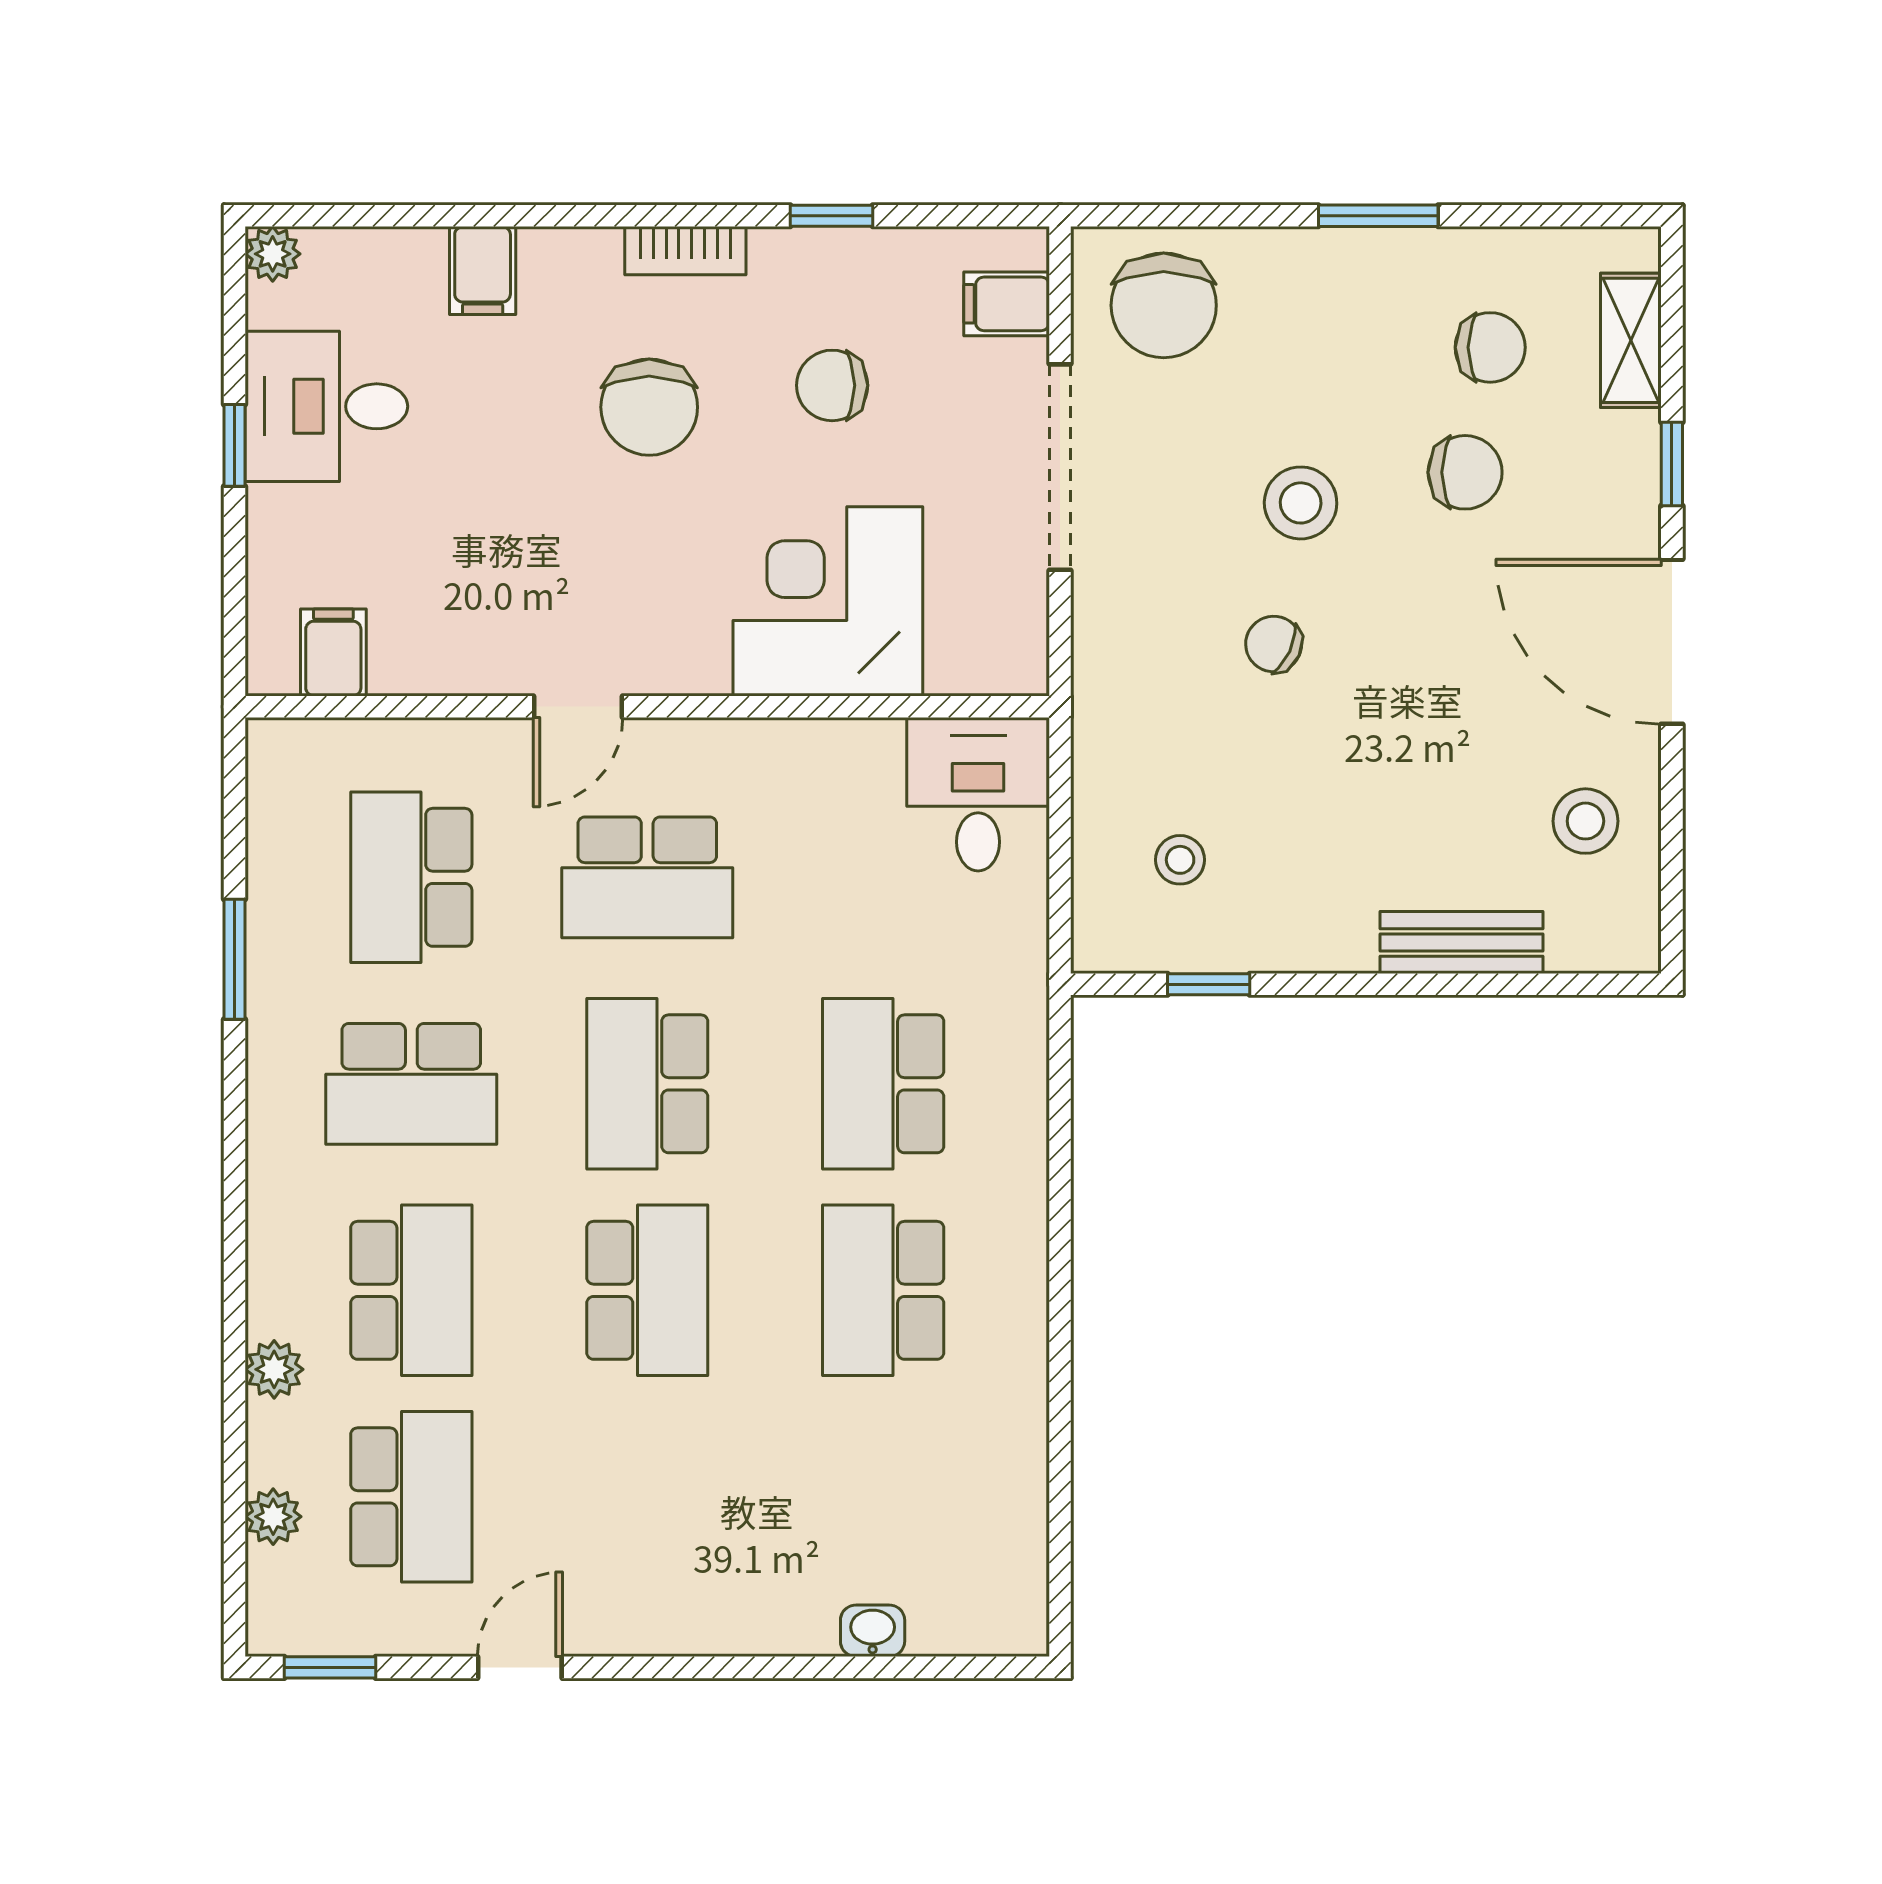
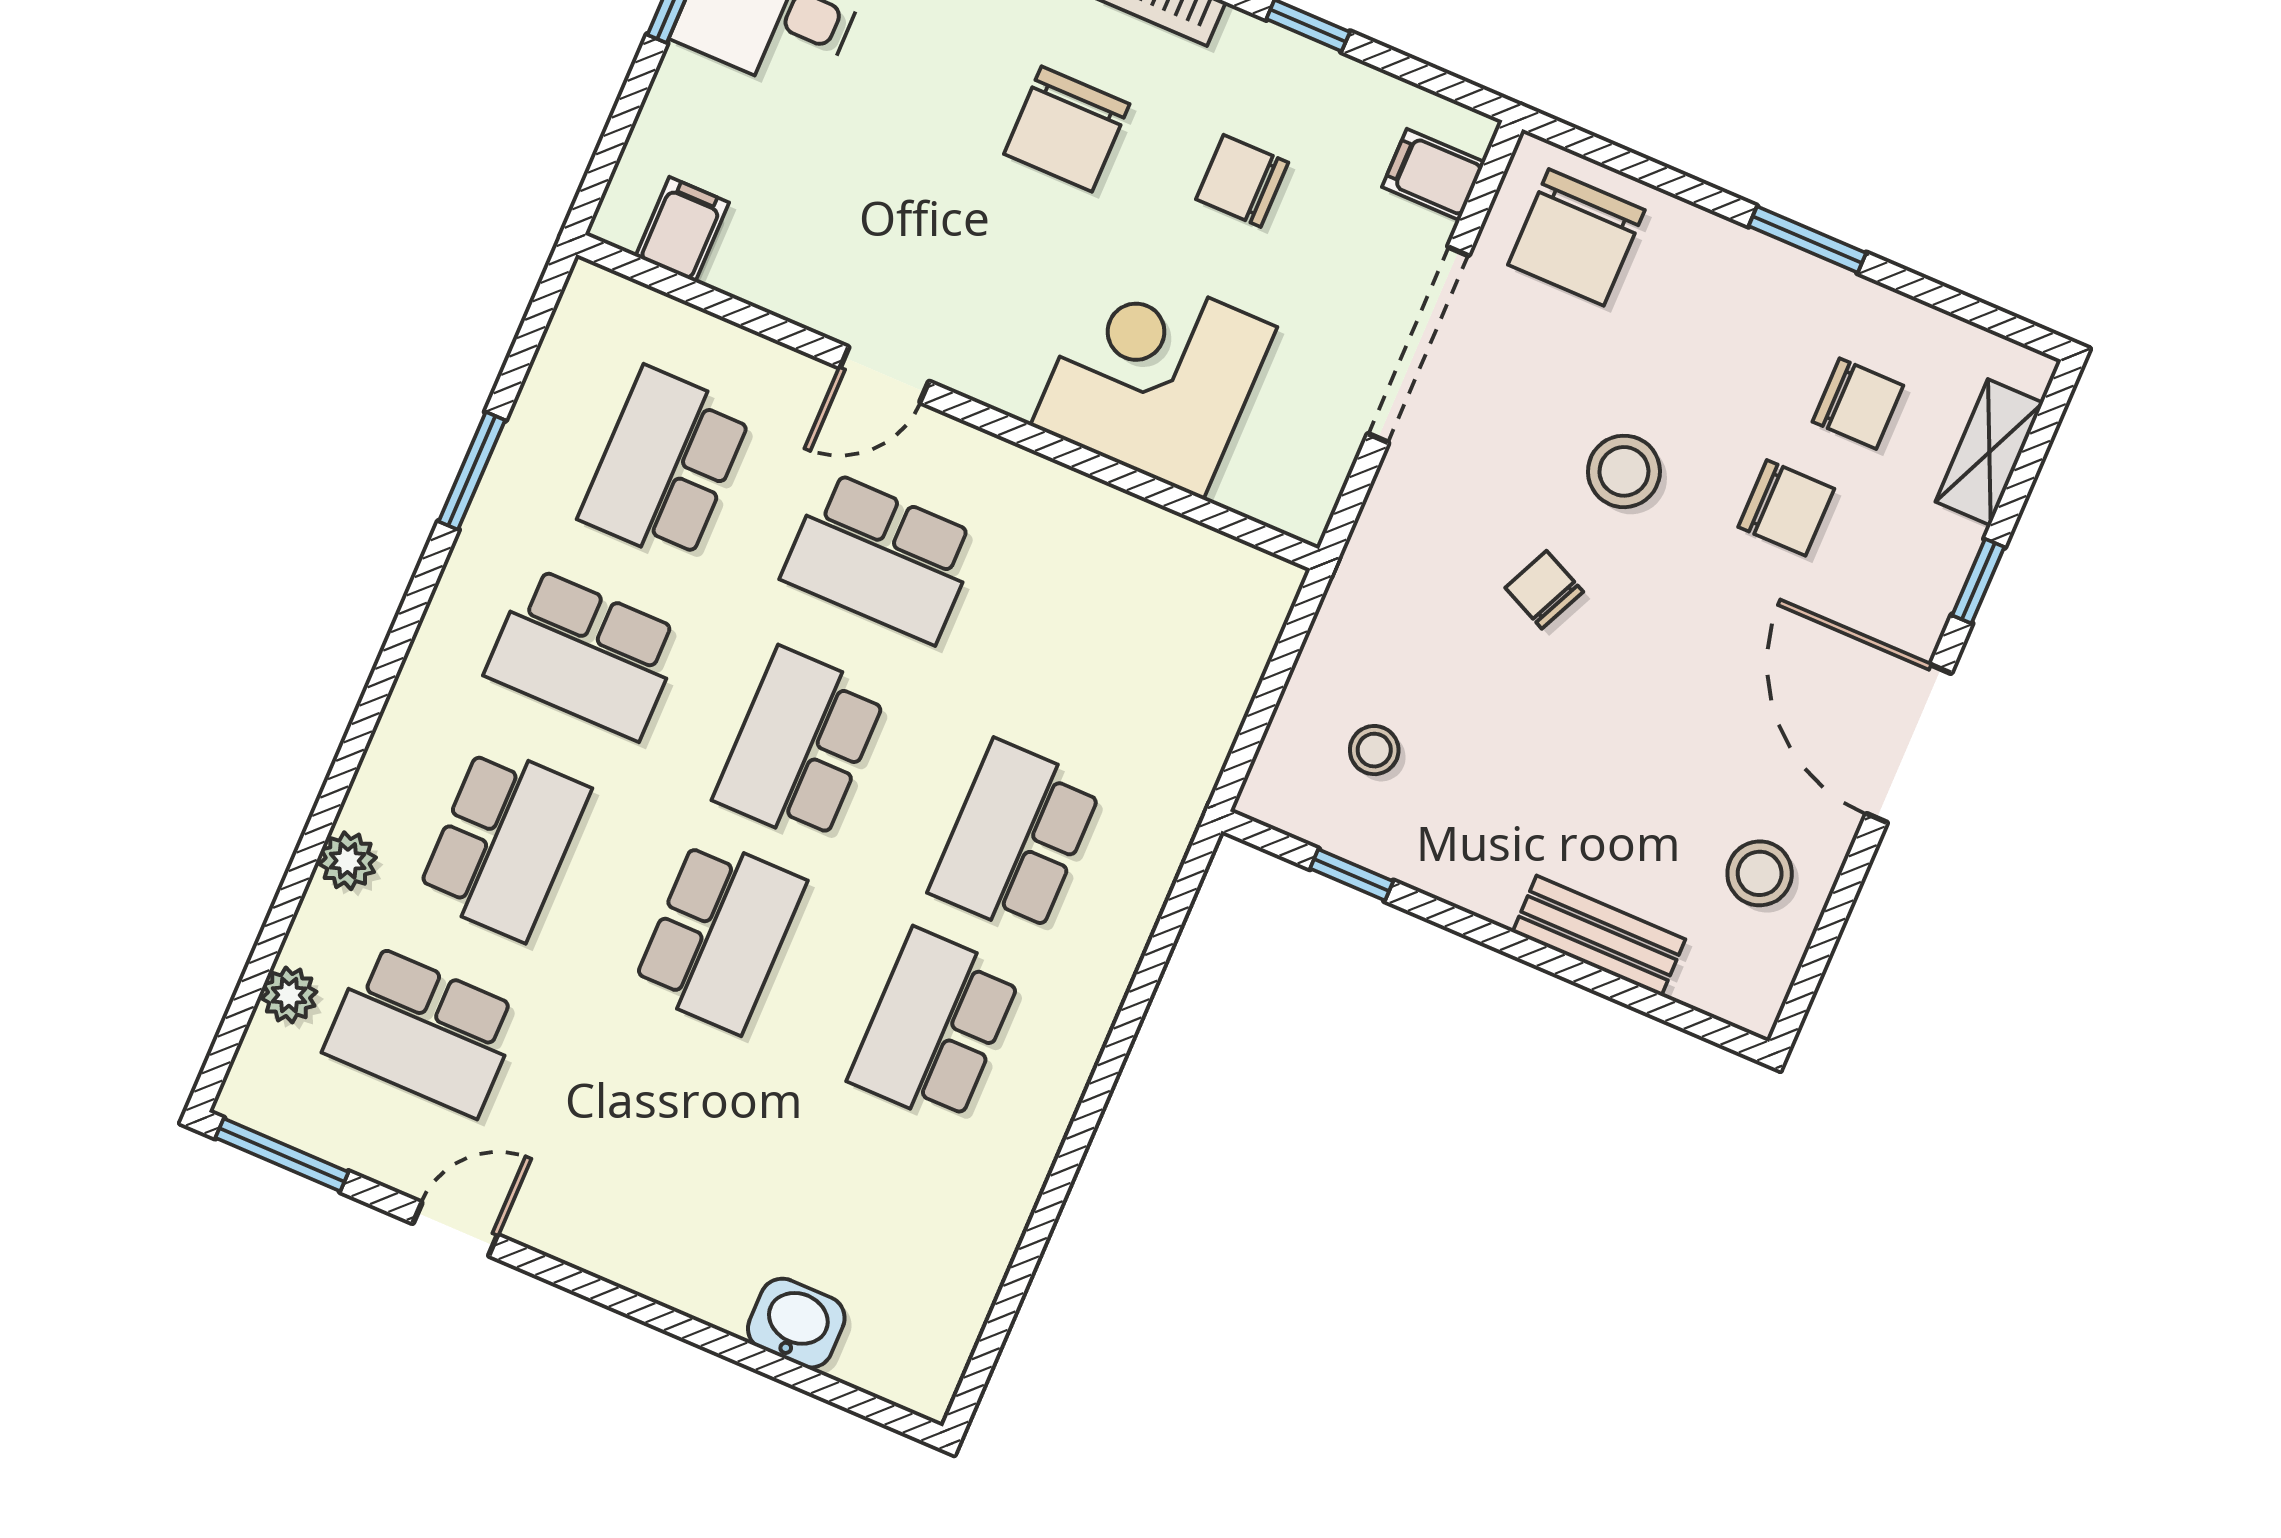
desk: (978, 794) -> (1215, 611), removed
school desk: (411, 1497) -> (423, 1031), turned 90
washbasin: (873, 1631) -> (796, 1323), width x1.38, depth x1.45
window: (330, 1667) -> (282, 1155), width x1.50

